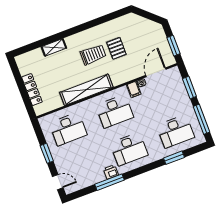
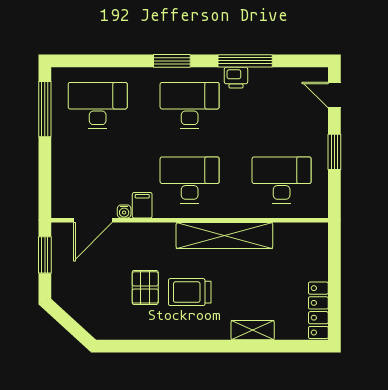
window: (189, 88) -> (45, 172), removed
locker: (32, 90) -> (318, 310), moved
window: (174, 158) -> (172, 61), moved

